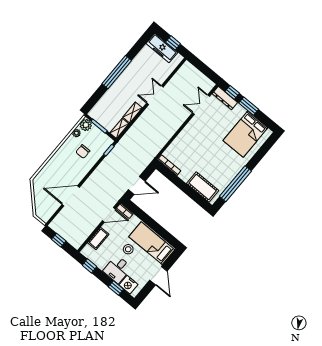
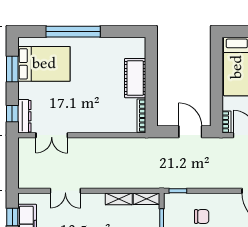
double door: (155, 95) -> (65, 191), moved
window: (249, 106) -> (12, 69), moved
window: (235, 184) -> (73, 32), moved
cot: (203, 187) -> (135, 78), moved

